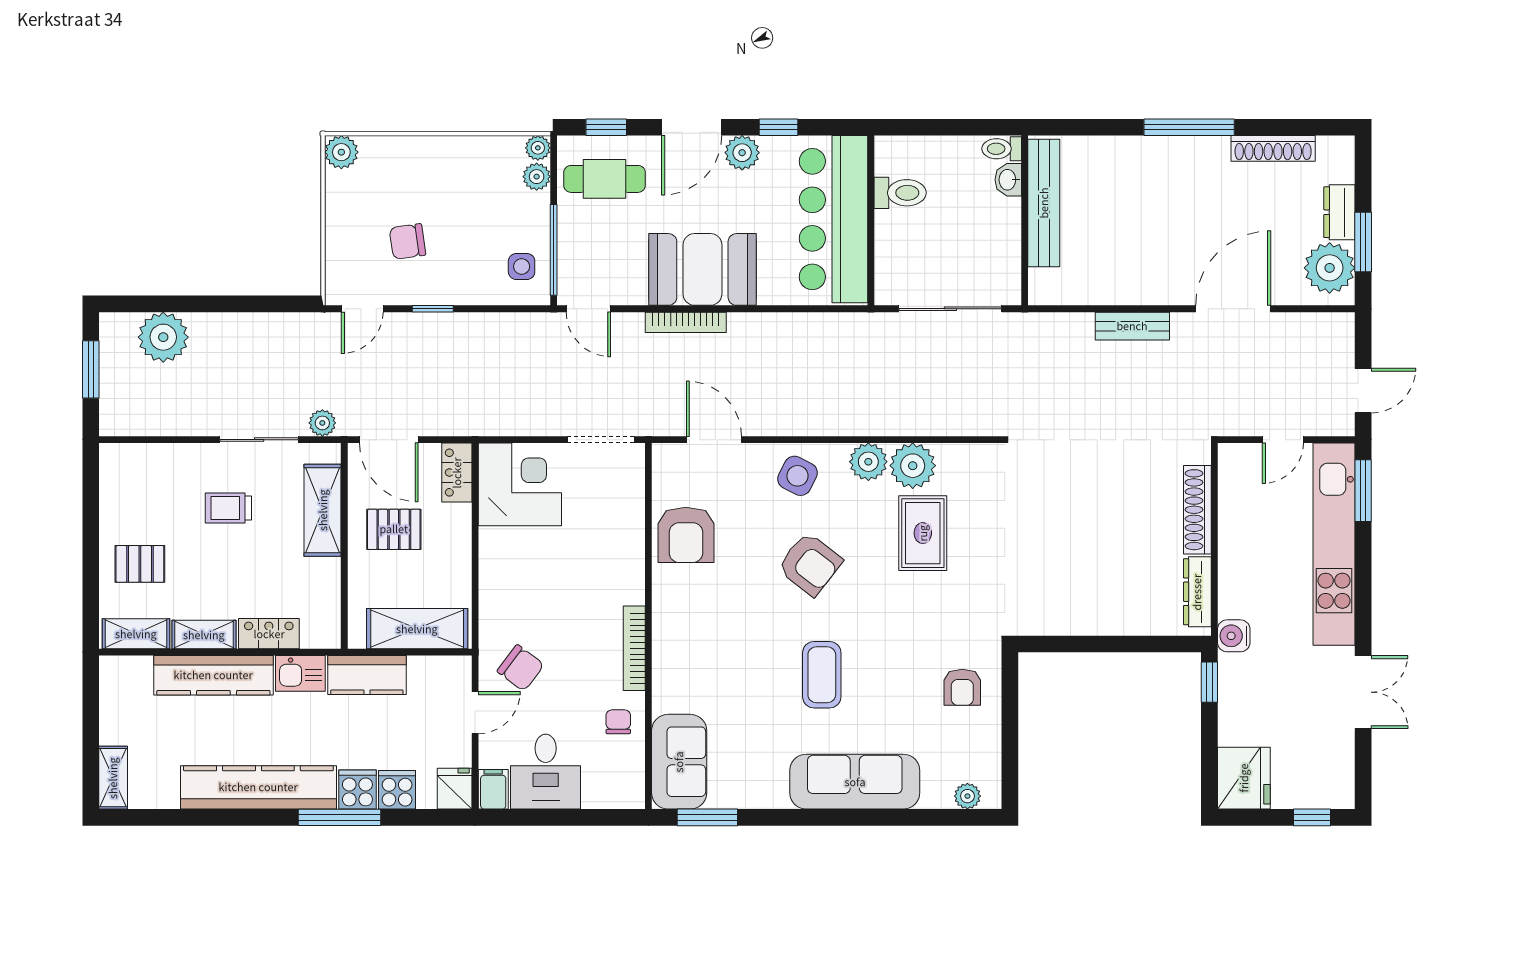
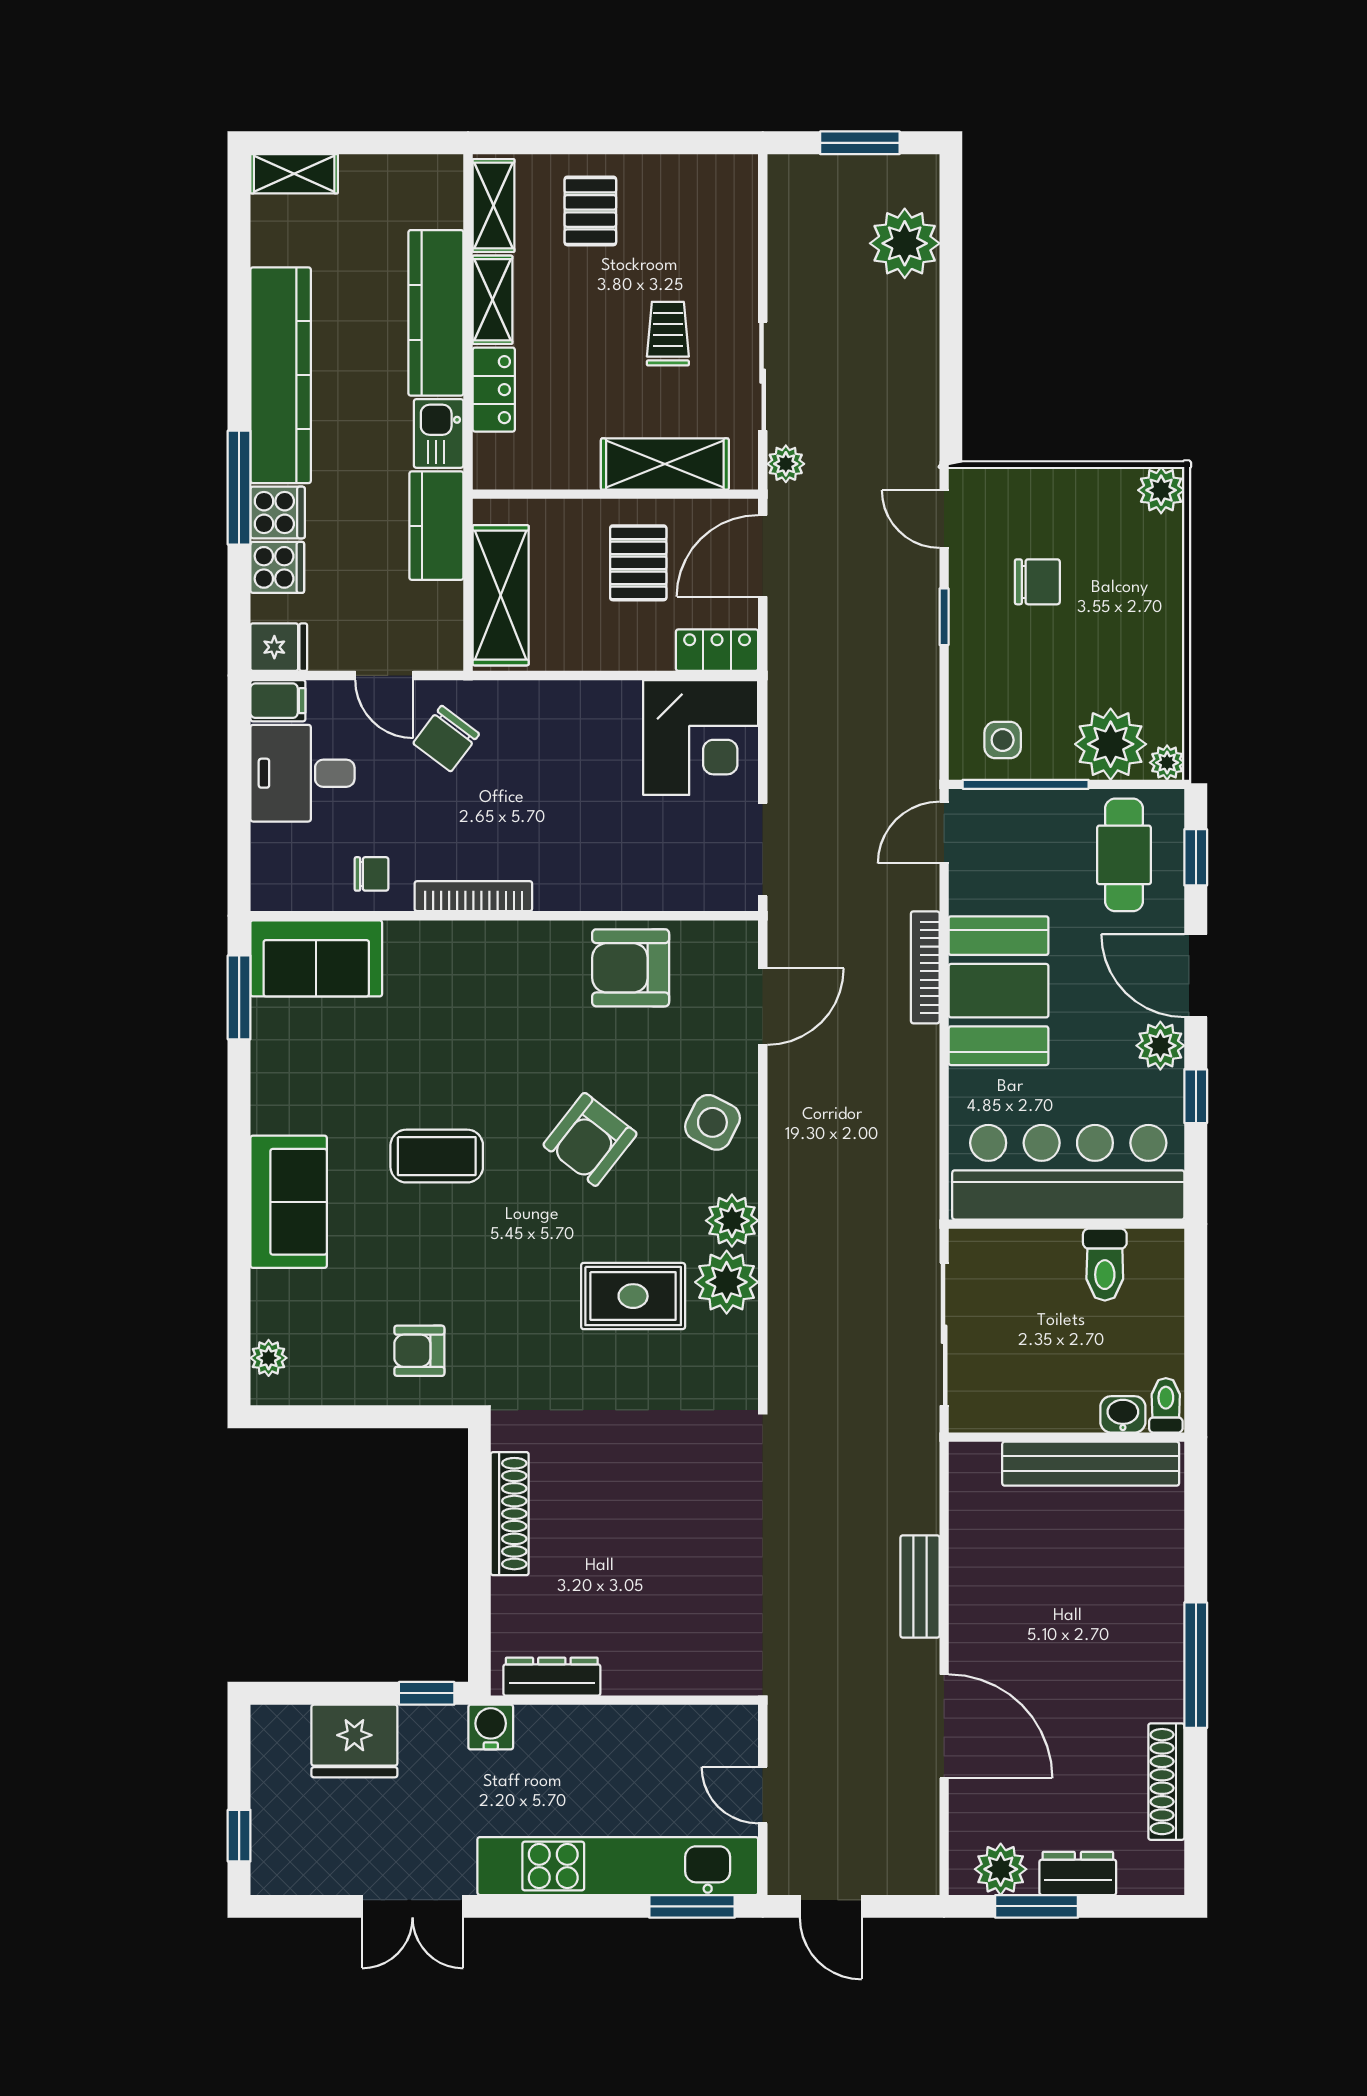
plant: (537, 177) -> (1111, 744), width x1.88, depth x1.88
chair: (407, 241) -> (1037, 582), turned 98
plant: (1330, 268) -> (1001, 1869), width x0.73, depth x0.73
shoe rack: (1197, 510) -> (510, 1514), moved, turned 90
fridge: (1244, 778) -> (354, 1741), moved
sofa: (855, 782) -> (289, 1202), width x0.73

